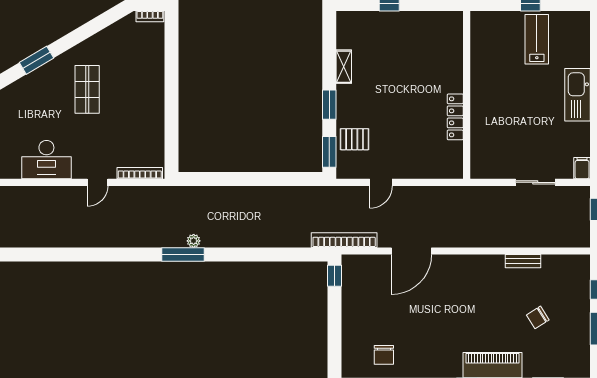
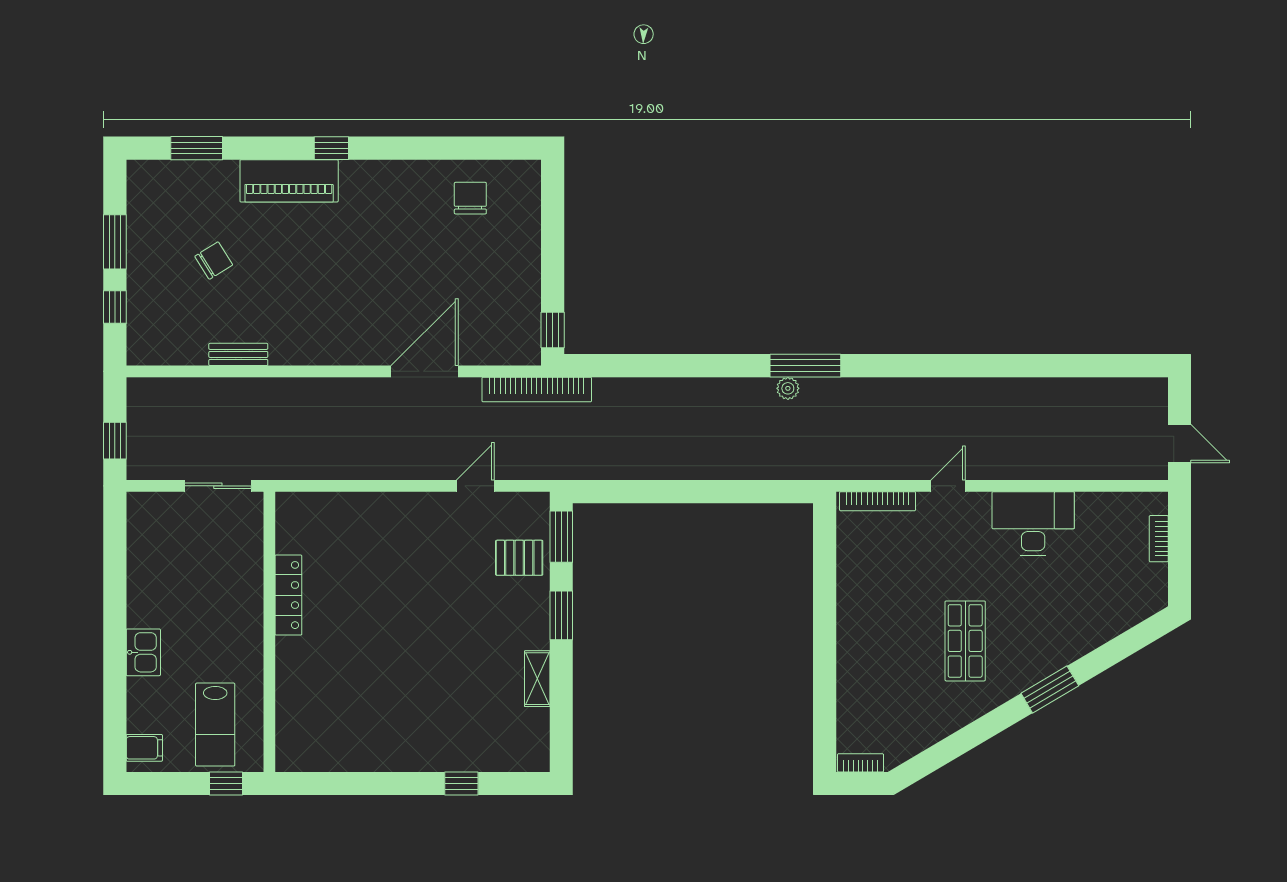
wall: (467, 95) -> (269, 632), moved
kitchen sink: (577, 95) -> (143, 652), width x0.53, depth x0.81
locker: (455, 117) -> (288, 595), moved
filing cabinet: (582, 168) -> (144, 748), moved, turned -90

